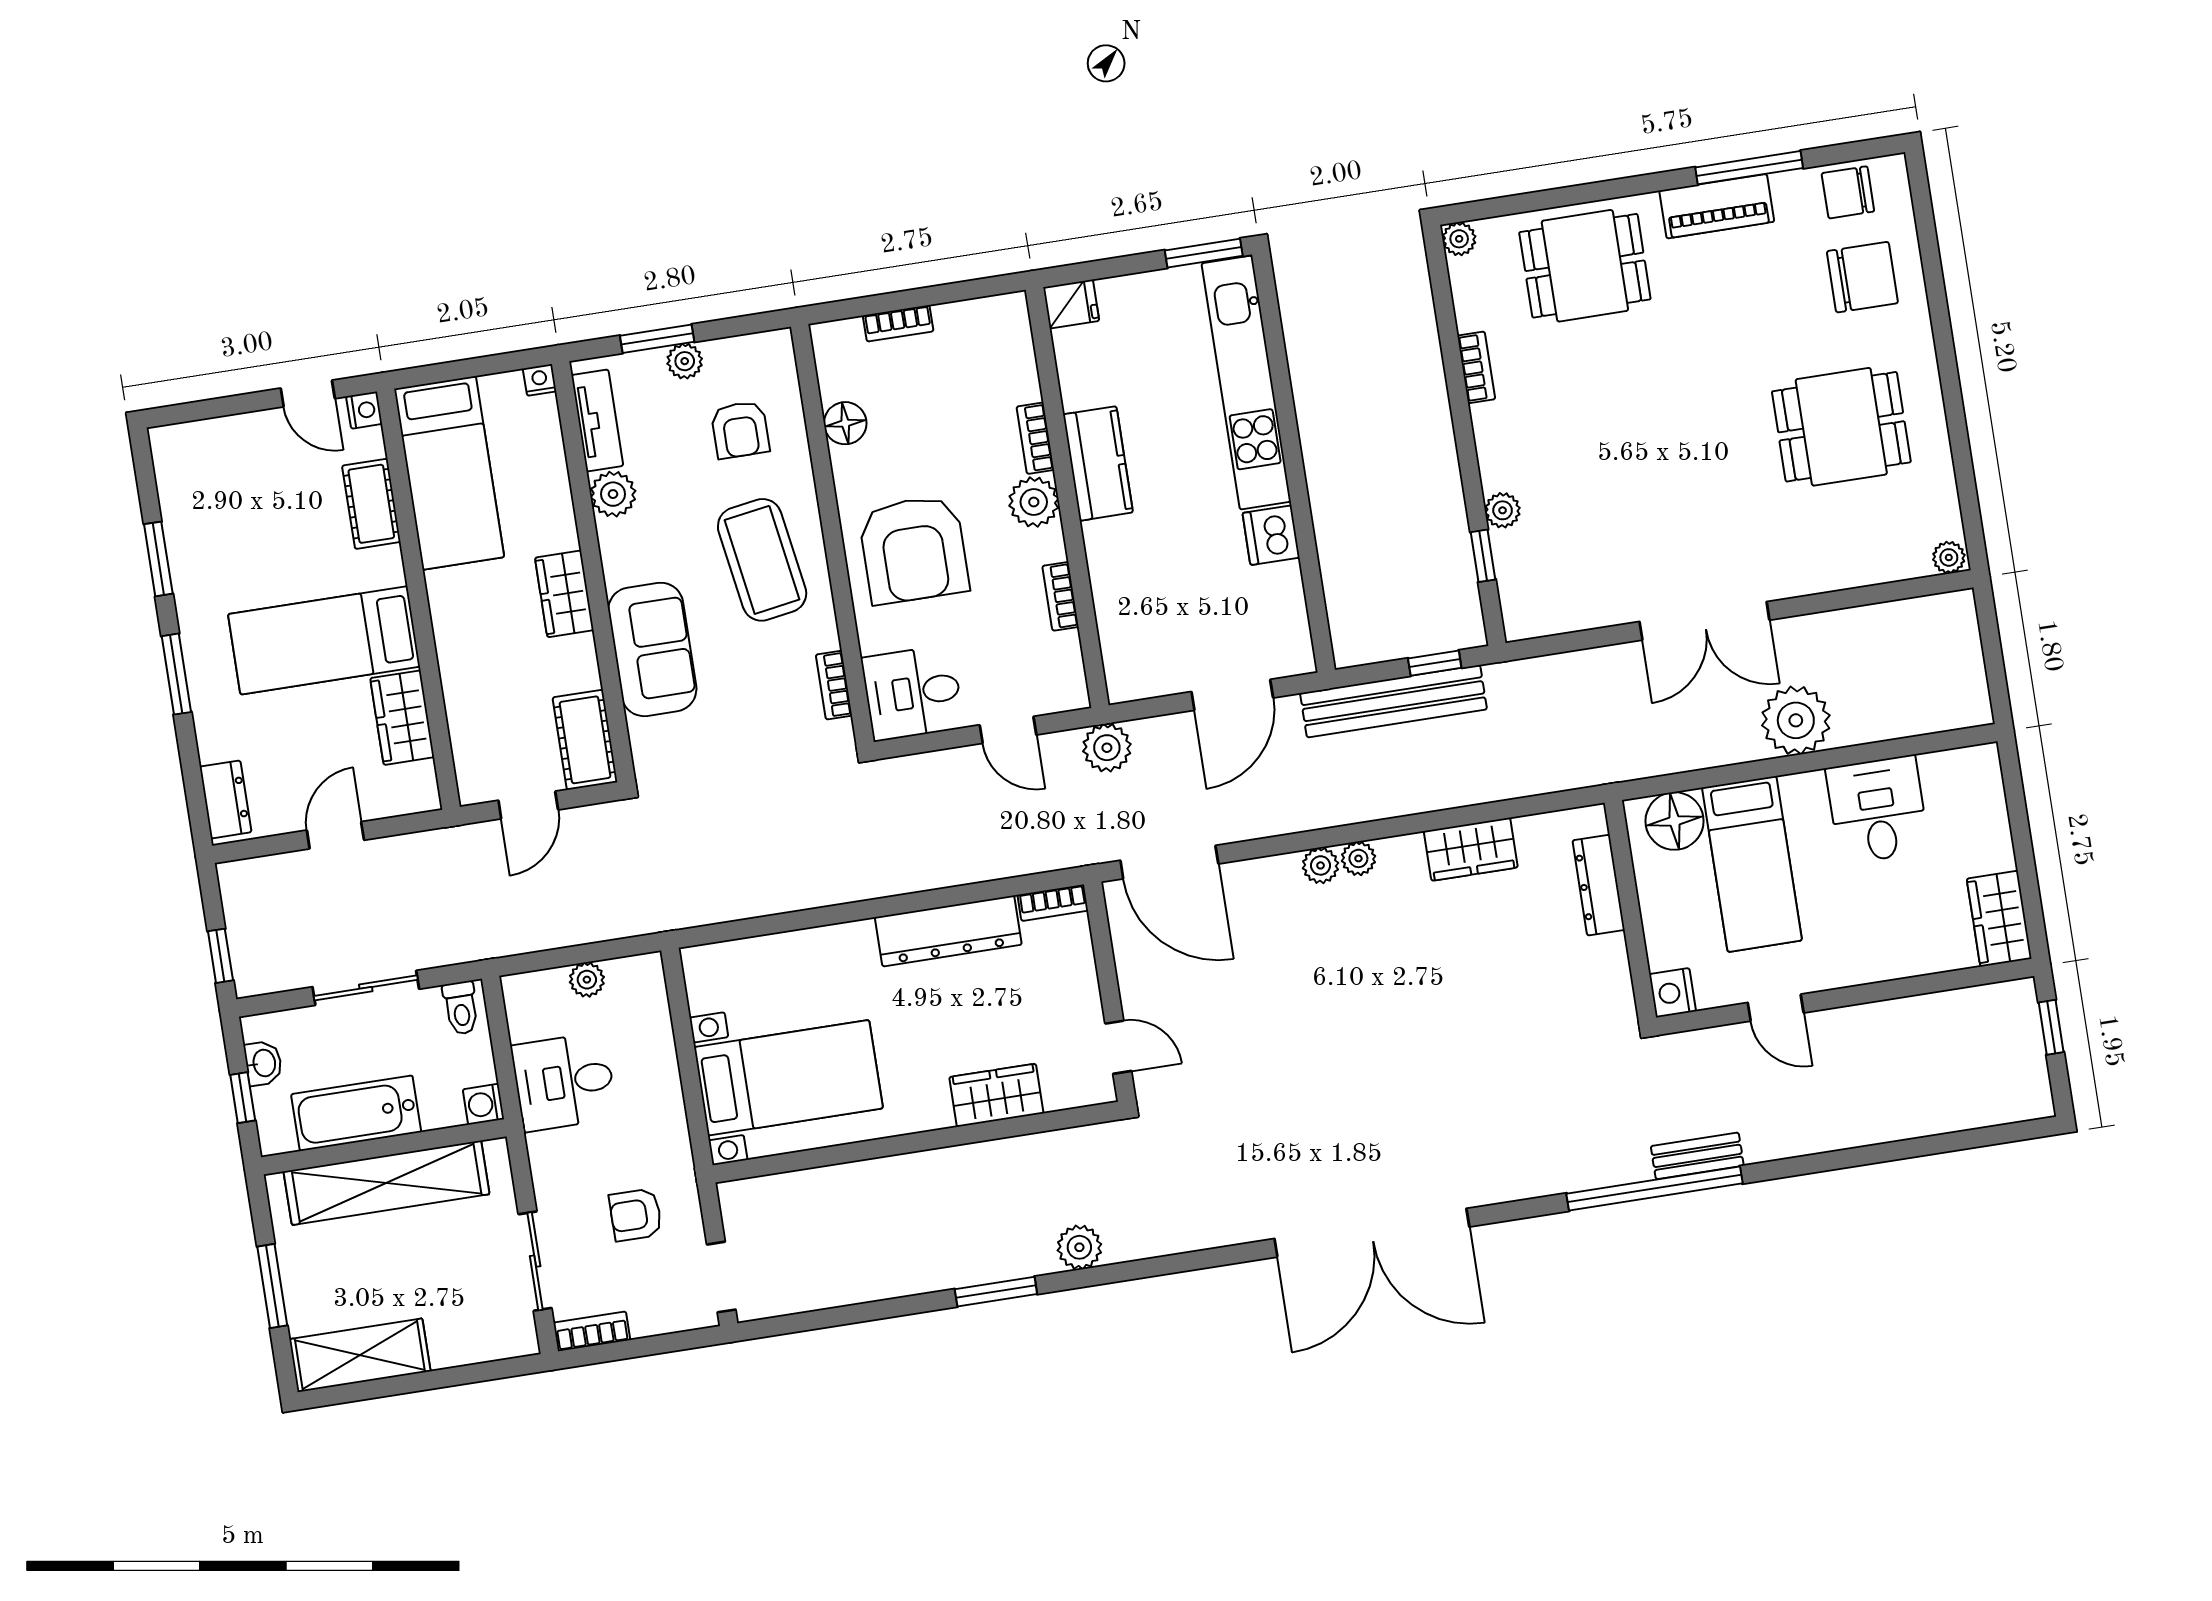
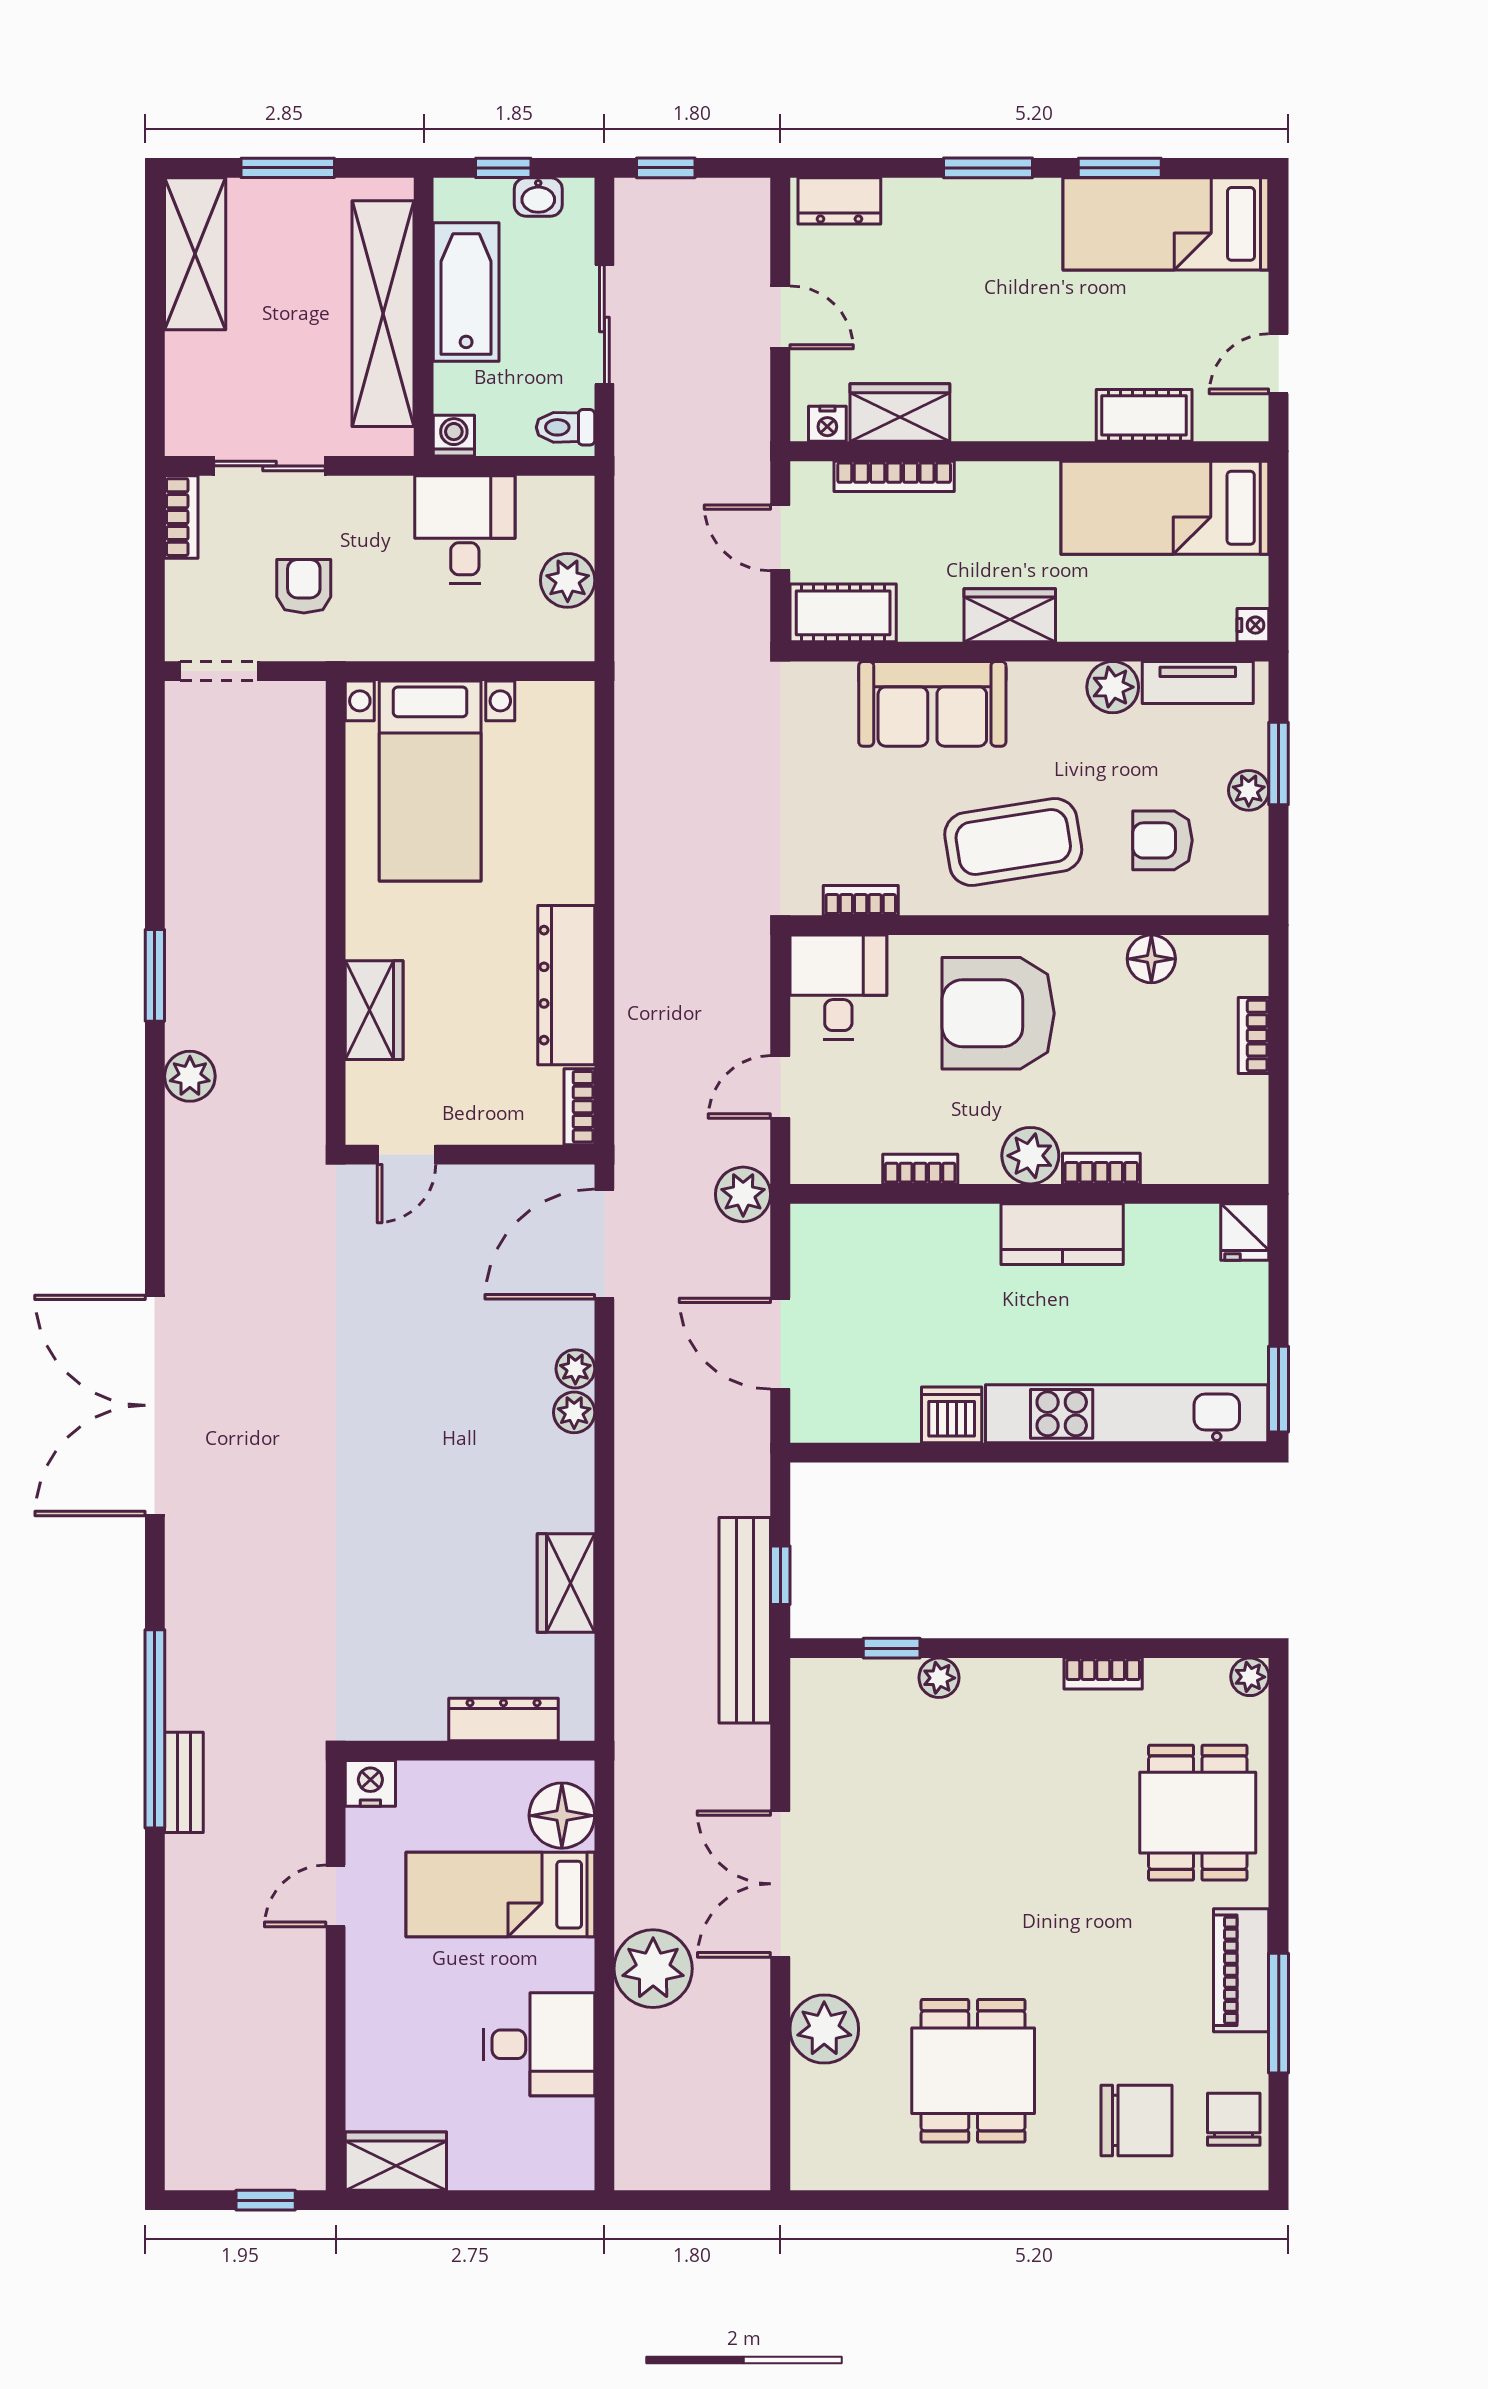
chair: (1862, 277) -> (1136, 2121), turned -90
nightstand: (364, 410) -> (827, 424), moved
plant: (1949, 557) -> (824, 2029), moved, width x1.87, depth x1.87
bed: (324, 640) -> (1166, 224), moved, turned -90
bench: (1393, 701) -> (745, 1620), moved
bookcase: (459, 714) -> (894, 476), added
plant: (1358, 858) -> (575, 1369), moved
plant: (587, 980) -> (568, 580), width x1.38, depth x1.38

